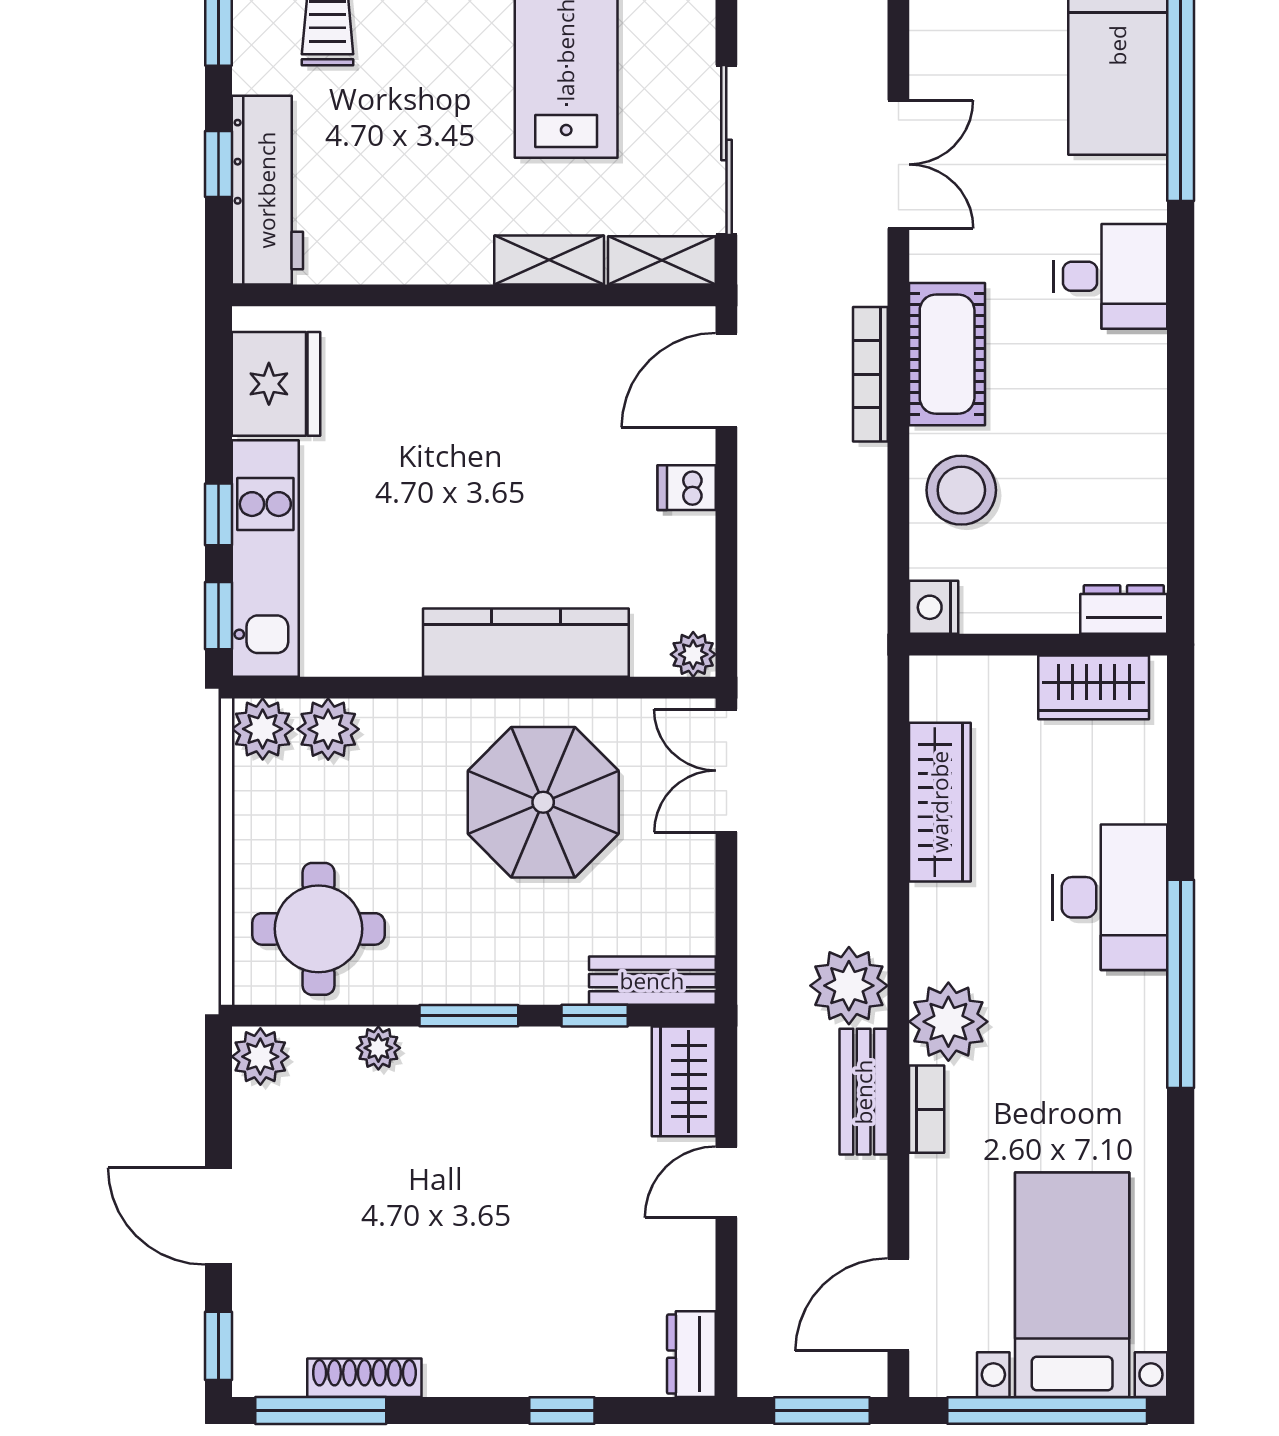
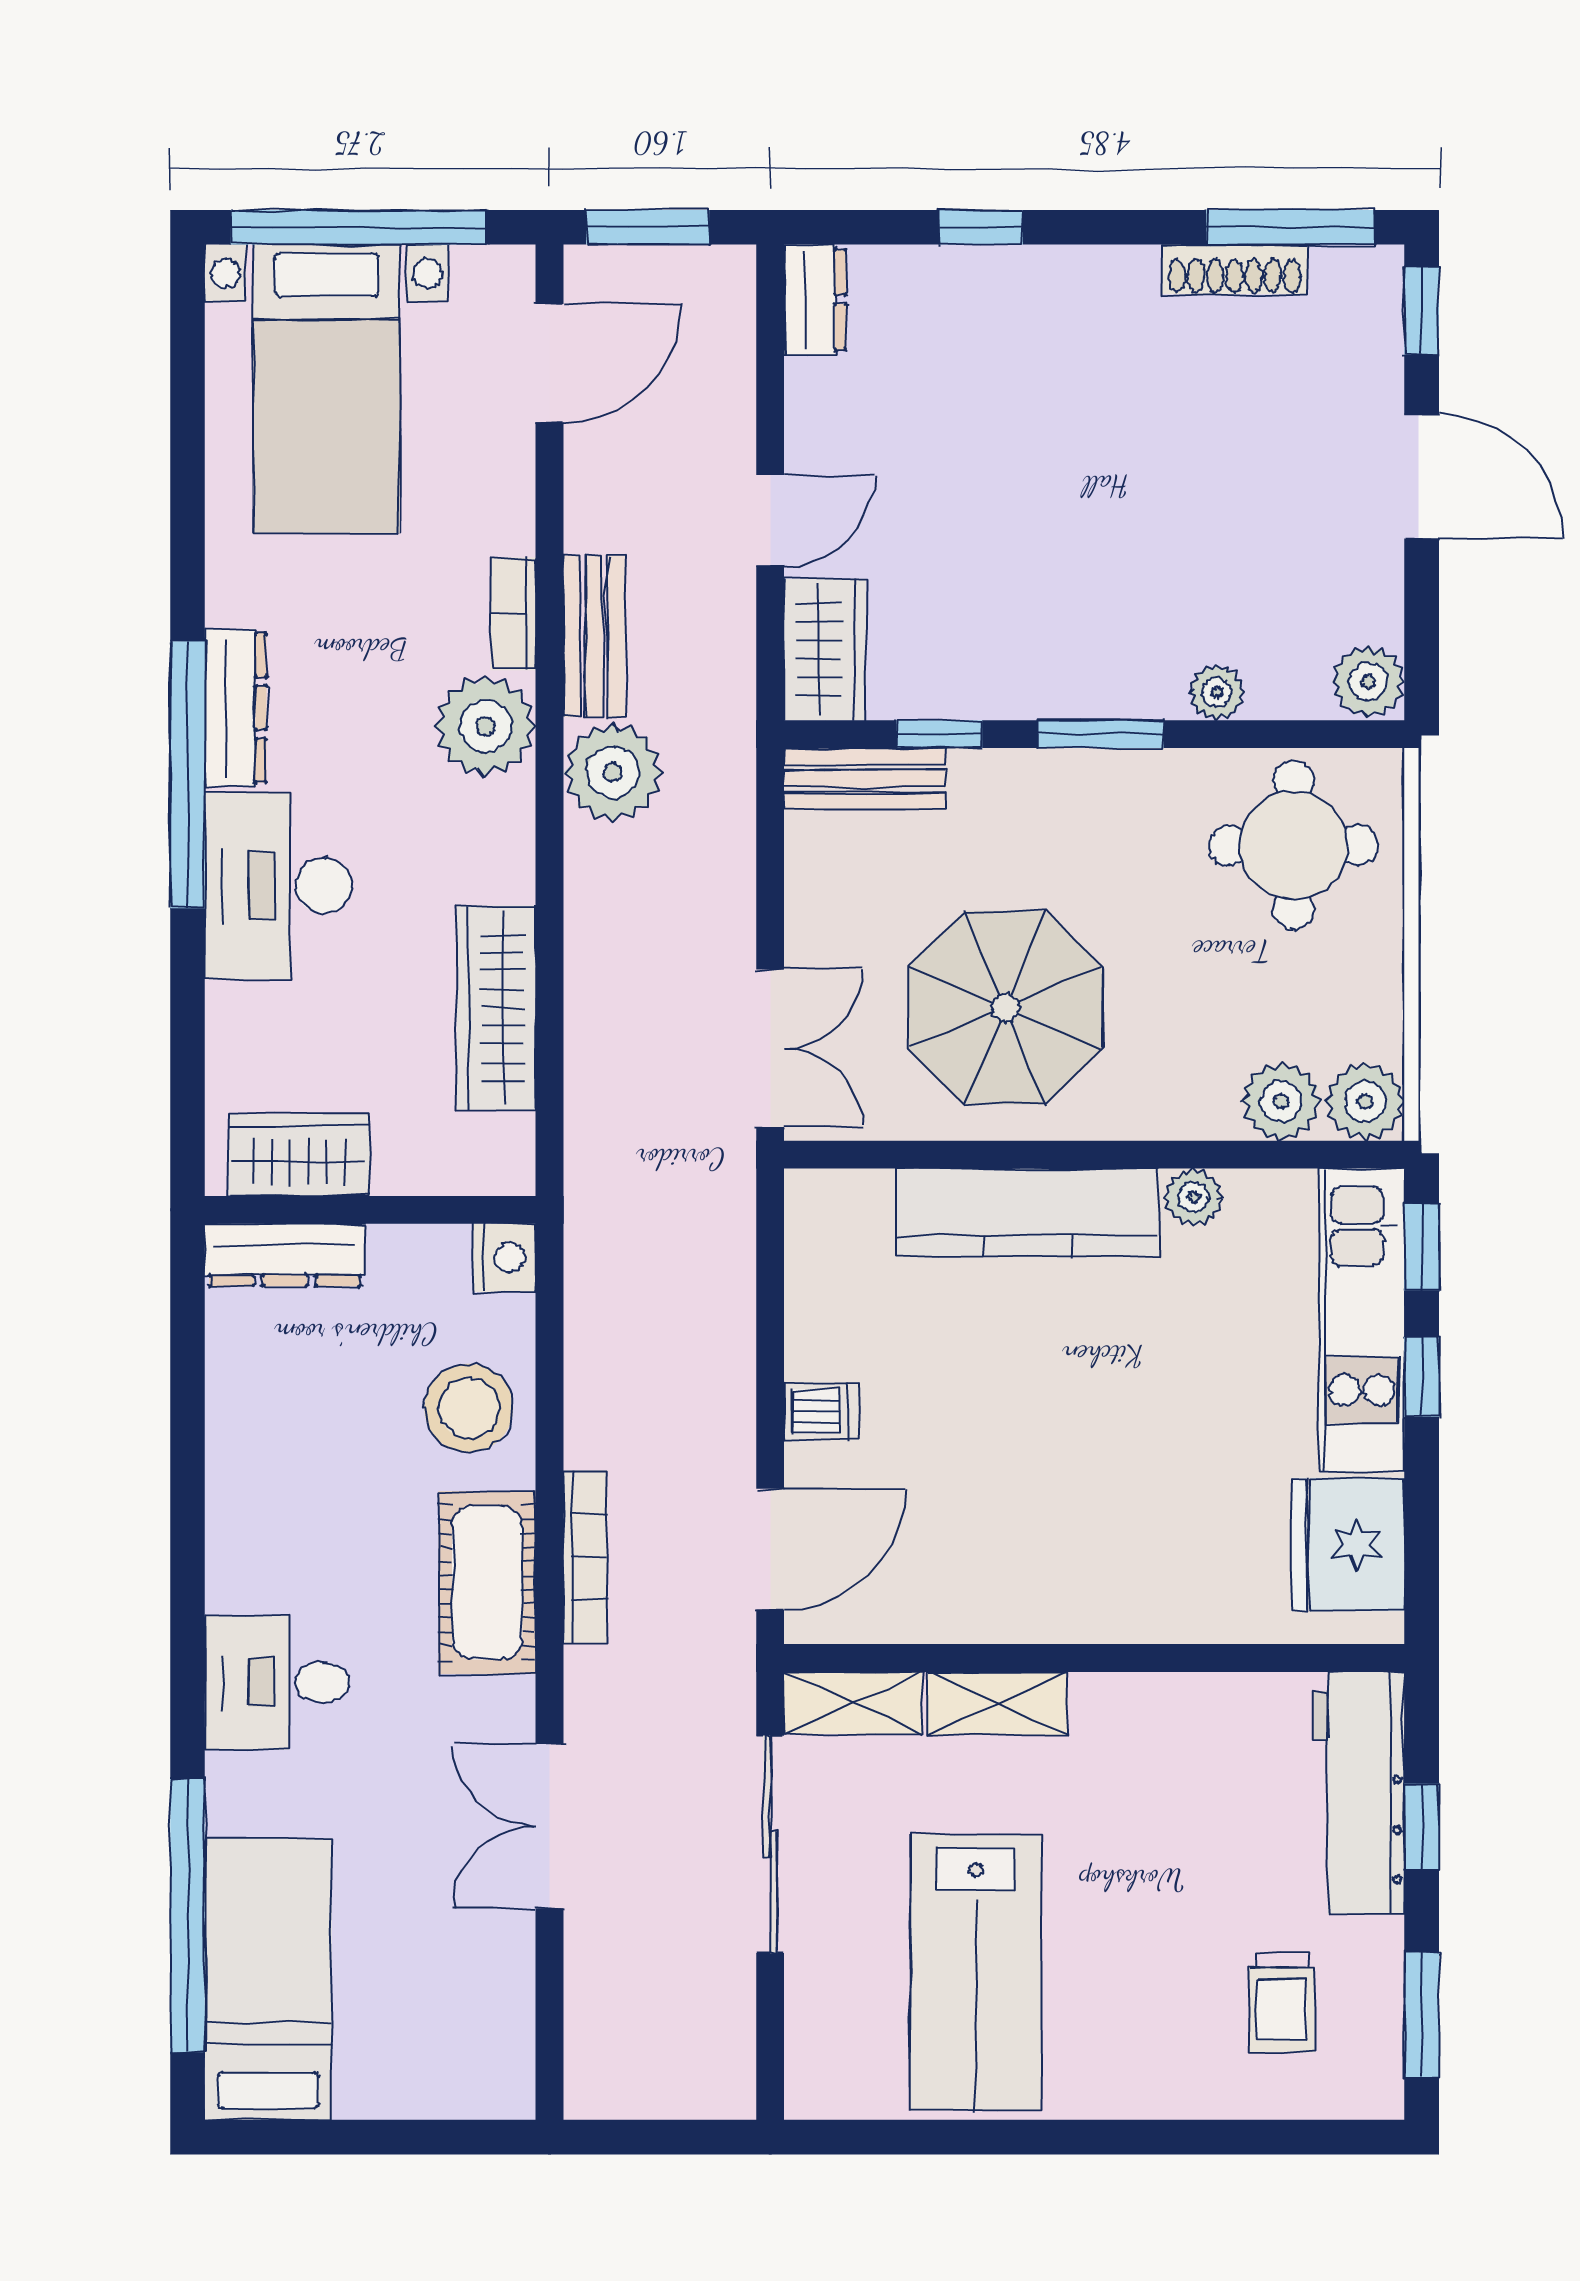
dresser: (1124, 609) -> (285, 1255), width x1.44
plant: (693, 654) -> (1193, 1197), moved
dresser: (1143, 1036) -> (236, 708), added

